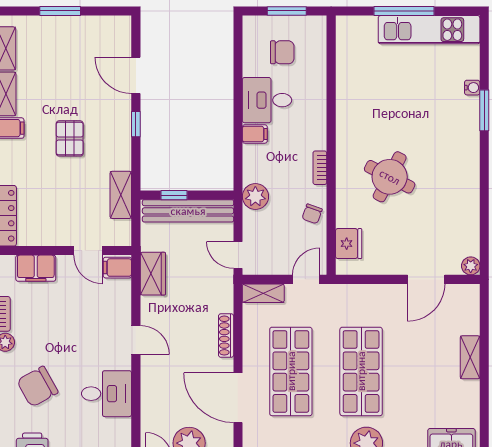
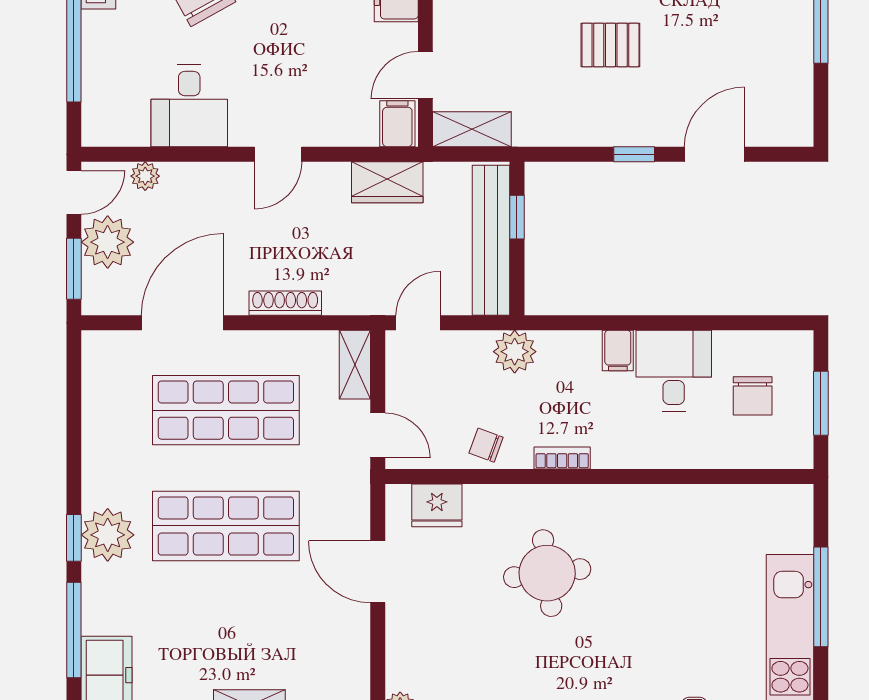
round table: (390, 177) -> (547, 573), turned -34
shelving: (121, 195) -> (472, 129), moved
door: (426, 279) -> (378, 572), moved
plant: (149, 420) -> (145, 176), added

